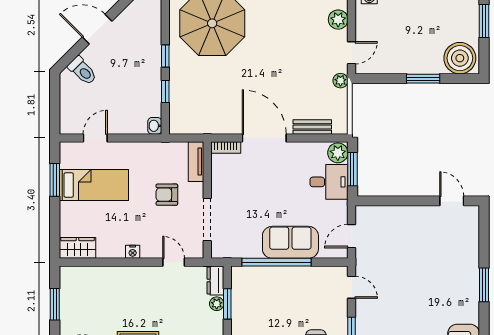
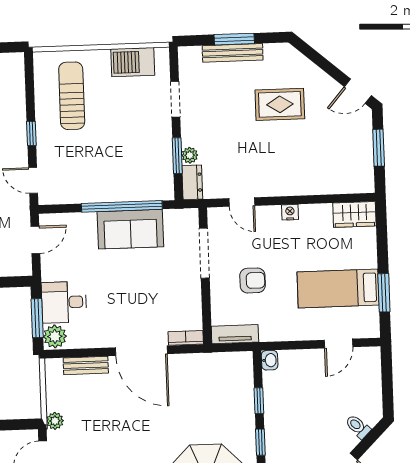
toilet: (82, 71) -> (358, 427), width x0.73, depth x0.72
tv unit: (196, 162) -> (235, 334), moved, turned -90
sofa: (290, 242) -> (130, 229), moved

